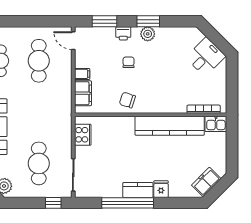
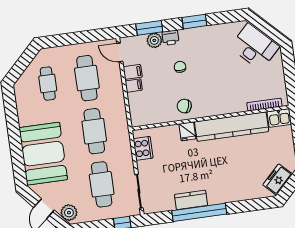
plant: (148, 34) -> (154, 40), moved
desk: (206, 57) -> (255, 47), width x1.37
filing cabinet: (83, 93) -> (133, 72), moved, width x0.50
cafe table: (39, 112) -> (94, 131), added
fridge: (161, 189) -> (187, 131), moved, turned 180
kitchen counter: (138, 190) -> (191, 200), moved

